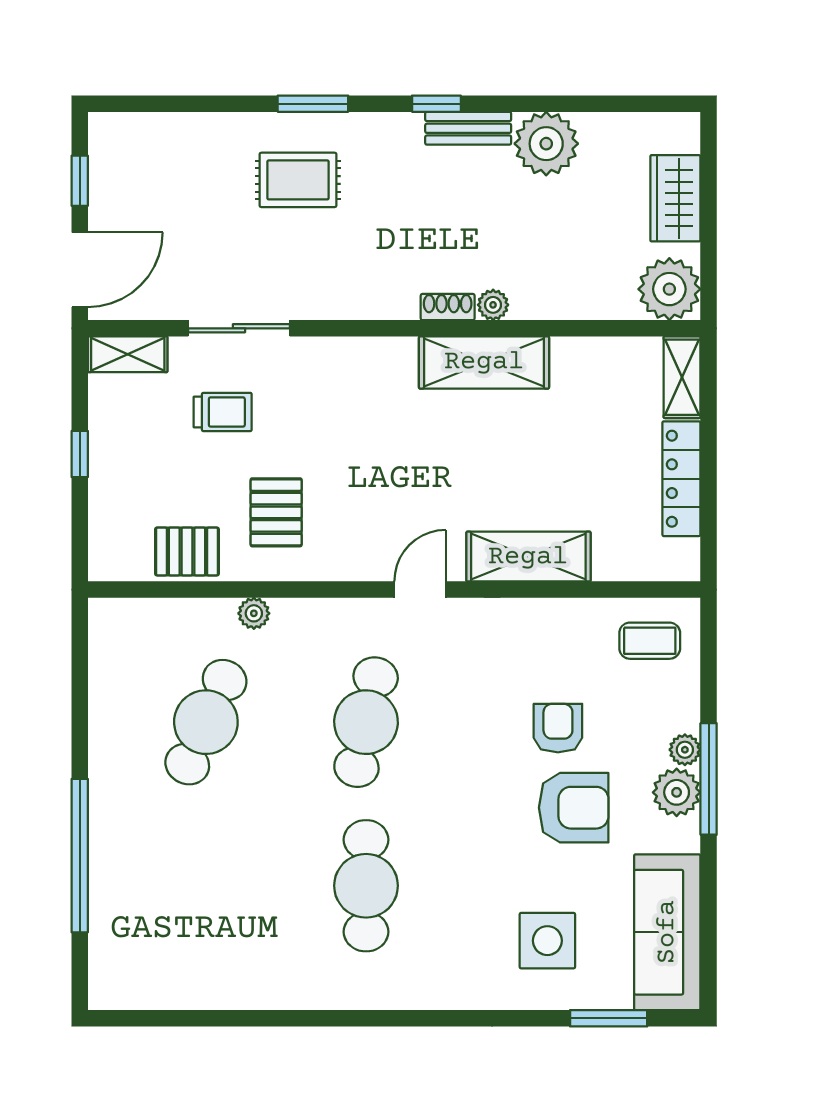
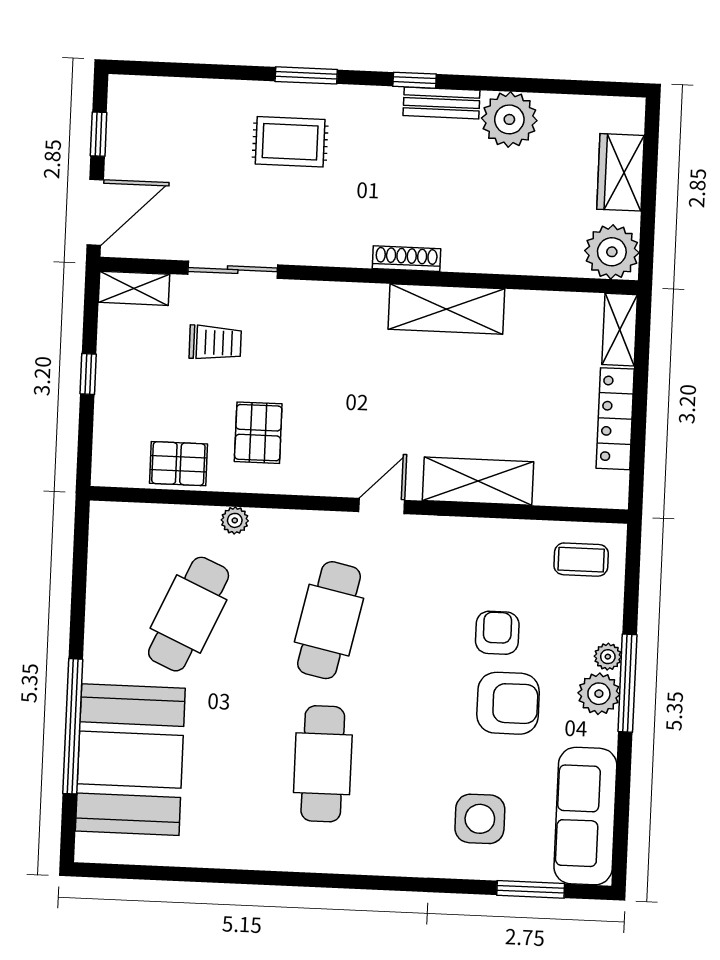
plant: (493, 305) -> (456, 259), removed
shoe rack: (448, 307) -> (406, 259), width x1.43
booth: (147, 891) -> (130, 760), added

